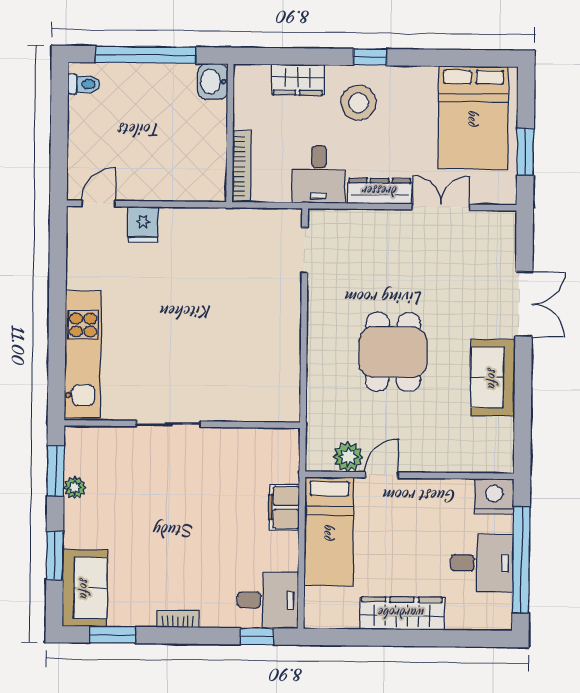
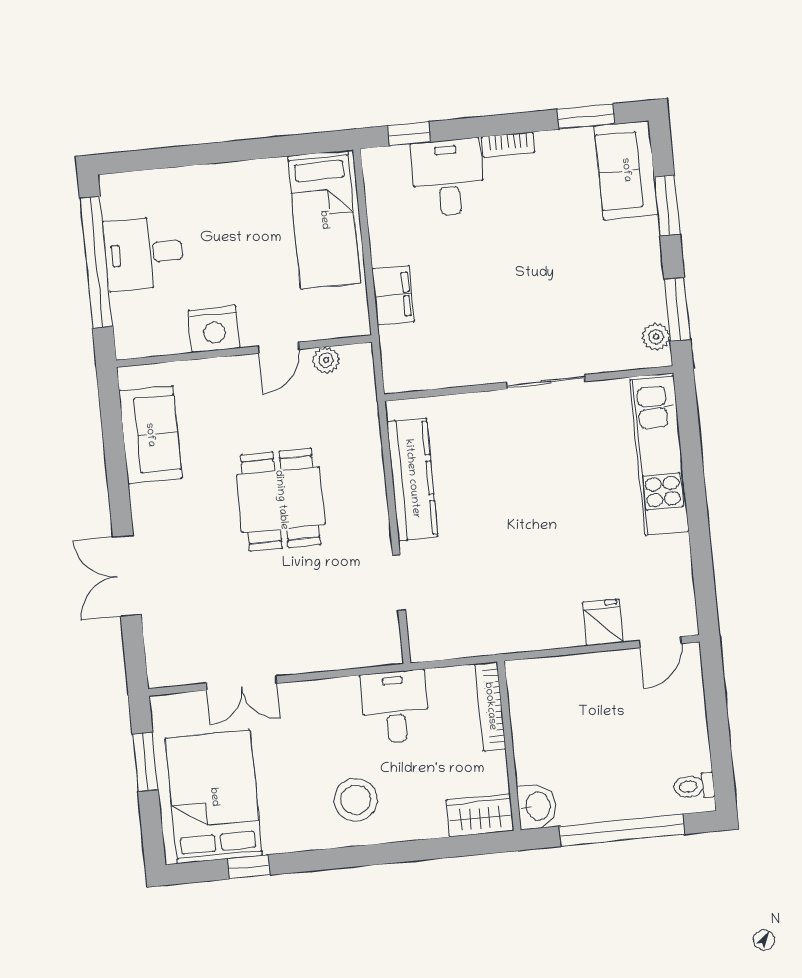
window: (370, 57) -> (249, 867), moved
wardrobe: (298, 80) -> (480, 815), moved
dresser: (380, 191) -> (318, 695), removed
doorway: (305, 250) -> (399, 583), moved
kitchen counter: (285, 357) -> (412, 479), added
sofa: (493, 378) -> (150, 435), moved
plant: (348, 457) -> (326, 360), width x0.73, depth x0.73
plant: (75, 488) -> (656, 337), moved
nightstand: (494, 496) -> (214, 329), moved
bed: (329, 532) -> (324, 220), moved, turned 180
desk: (268, 600) -> (448, 178), moved, turned 90
wardrobe: (402, 613) -> (235, 181), removed

